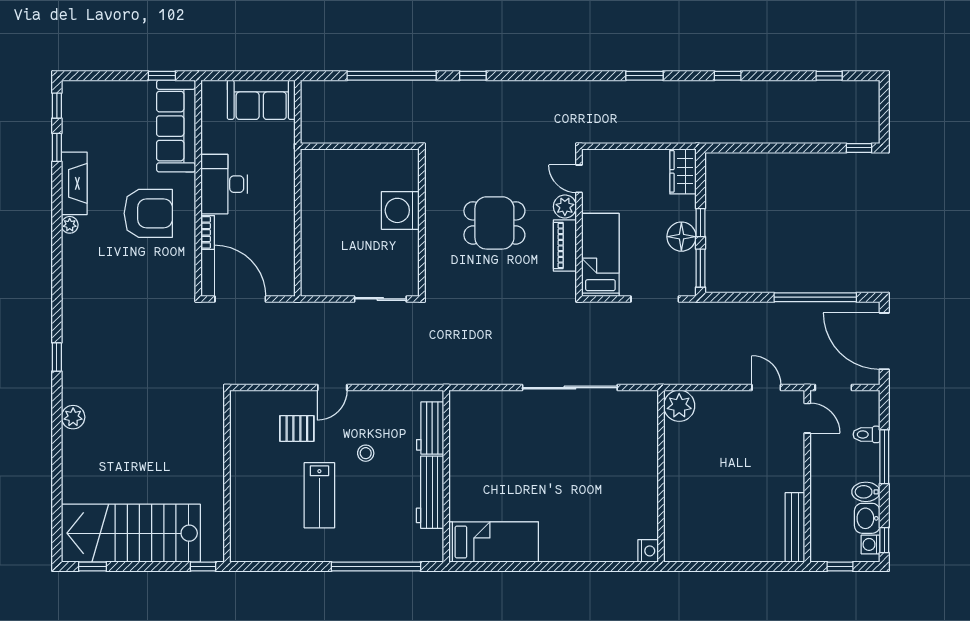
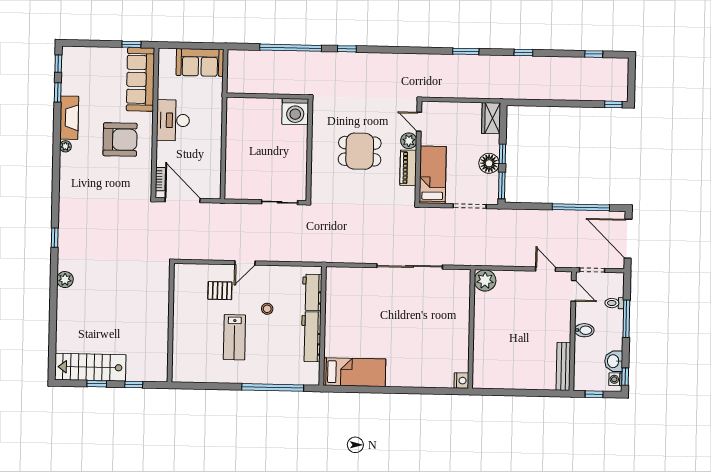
washing machine: (400, 210) -> (295, 112), moved, turned -90
bookcase: (208, 232) -> (160, 179), moved
bidet: (866, 492) -> (584, 330), moved, turned 180
stairs: (131, 533) -> (90, 367), width x0.73, depth x0.66
window: (92, 567) -> (97, 384), moved
window: (203, 567) -> (134, 385), moved

